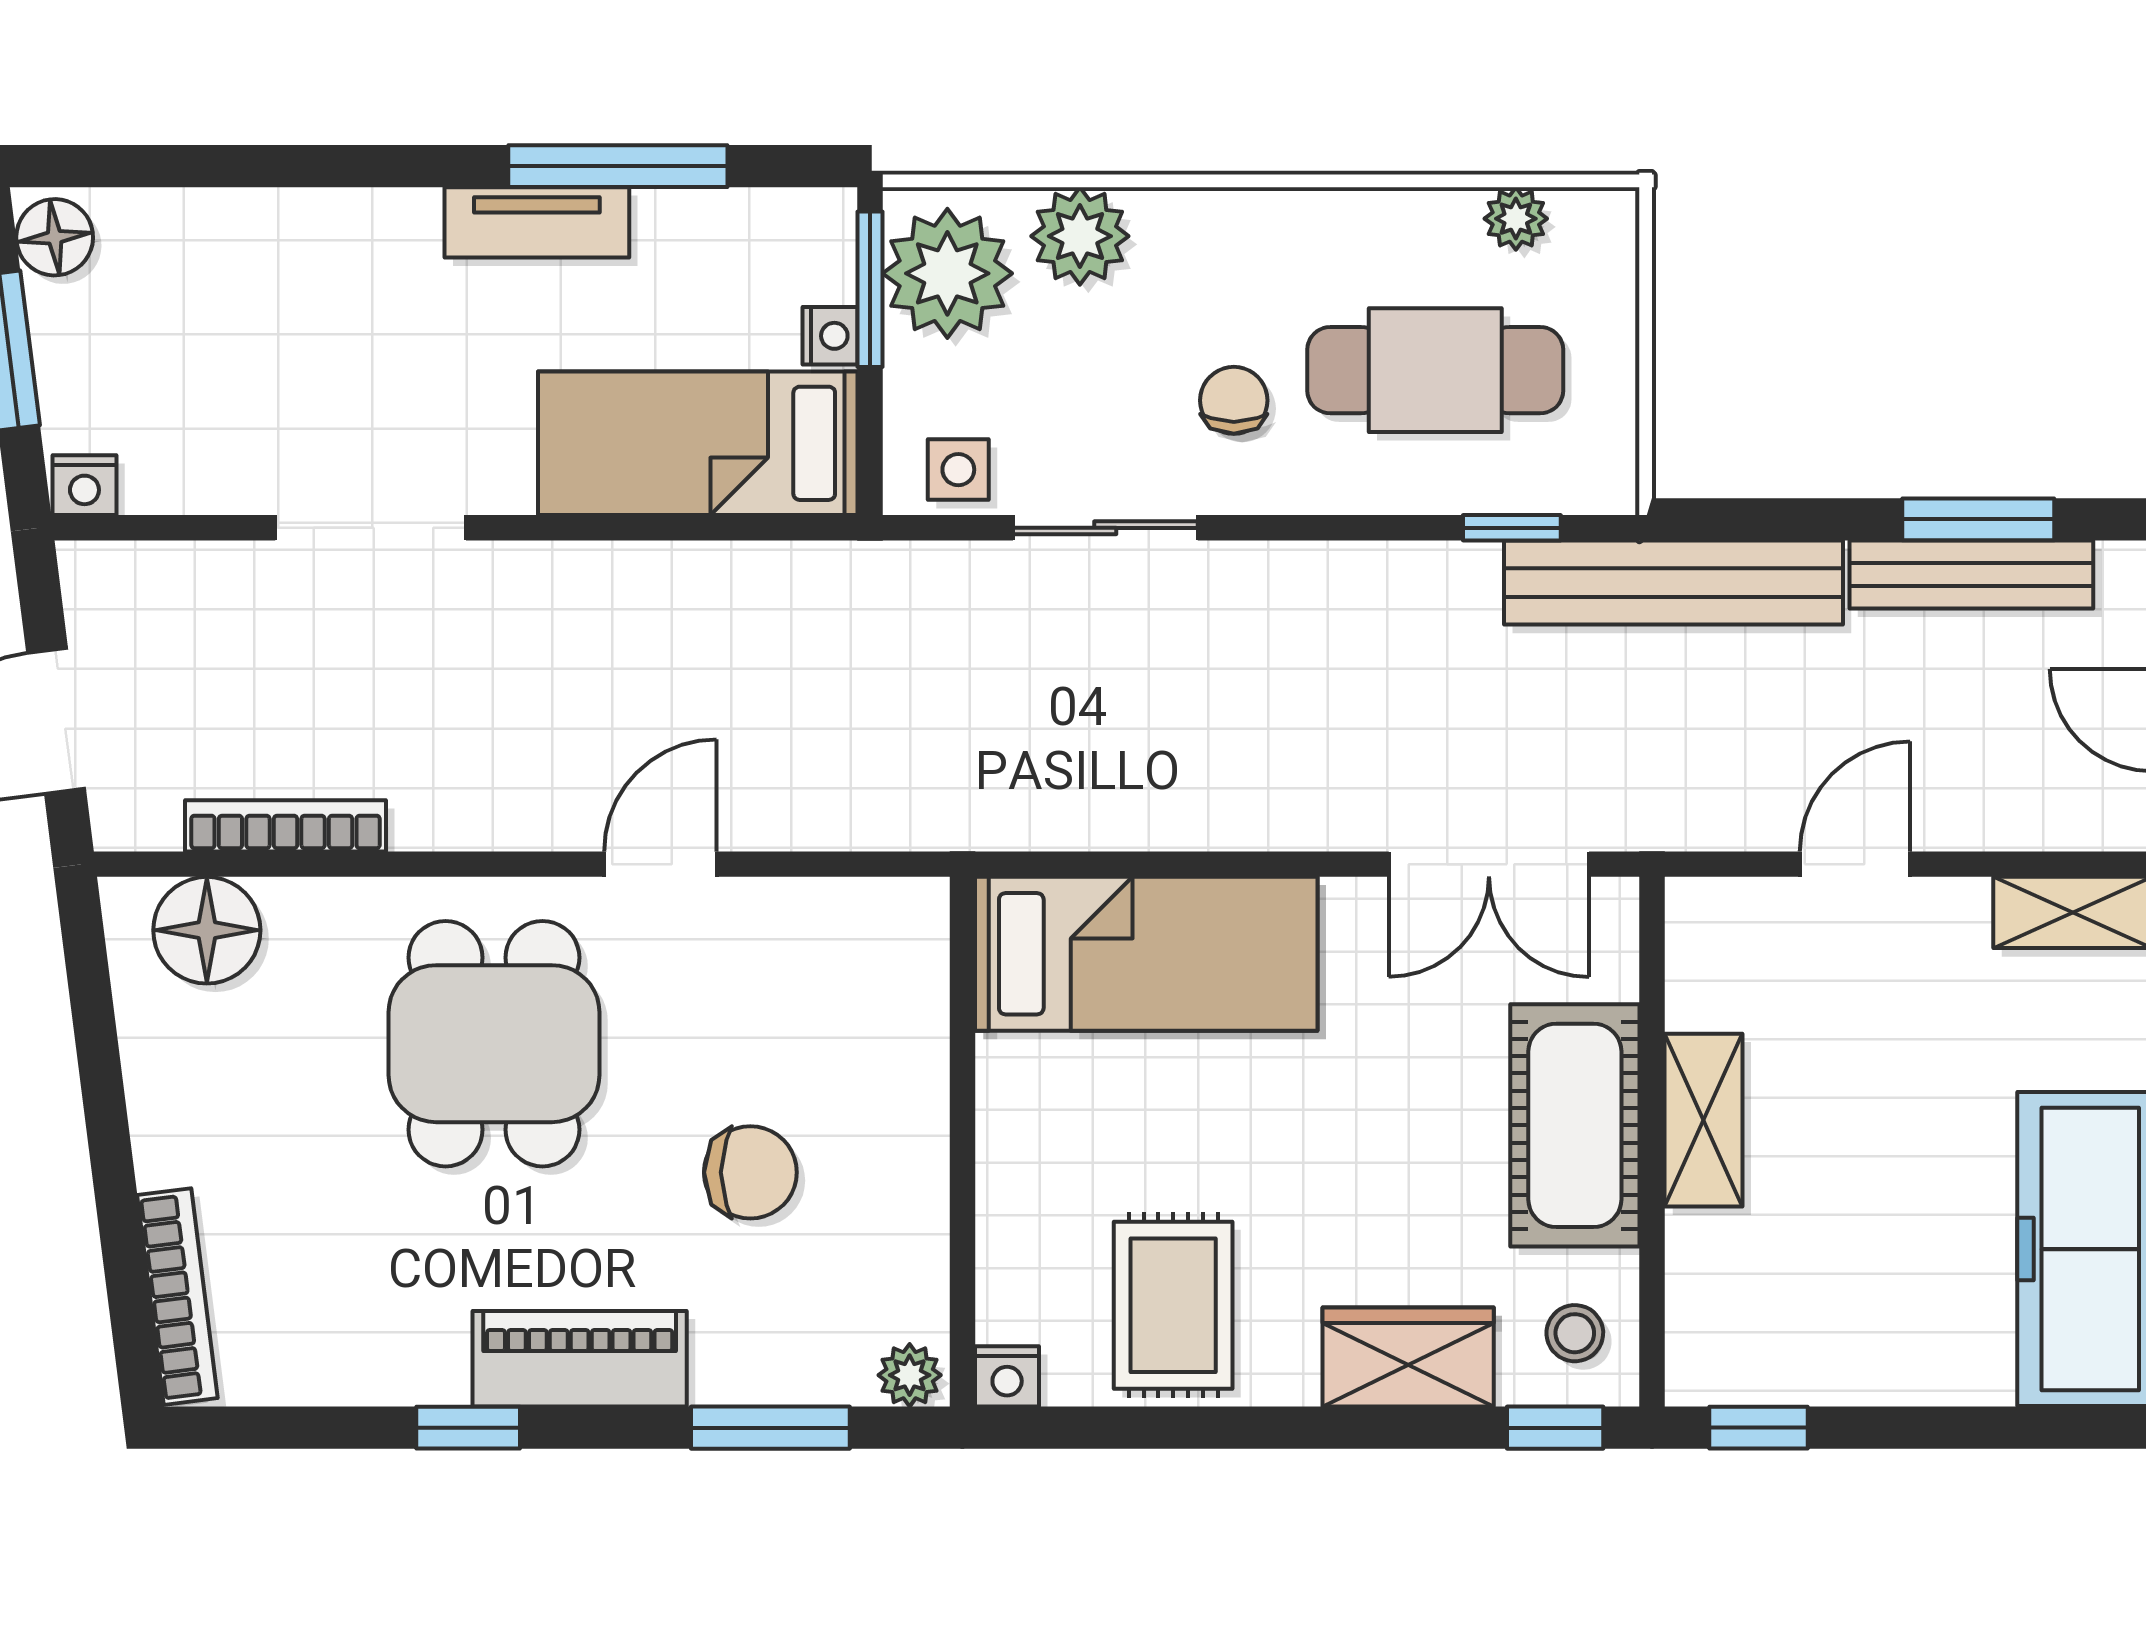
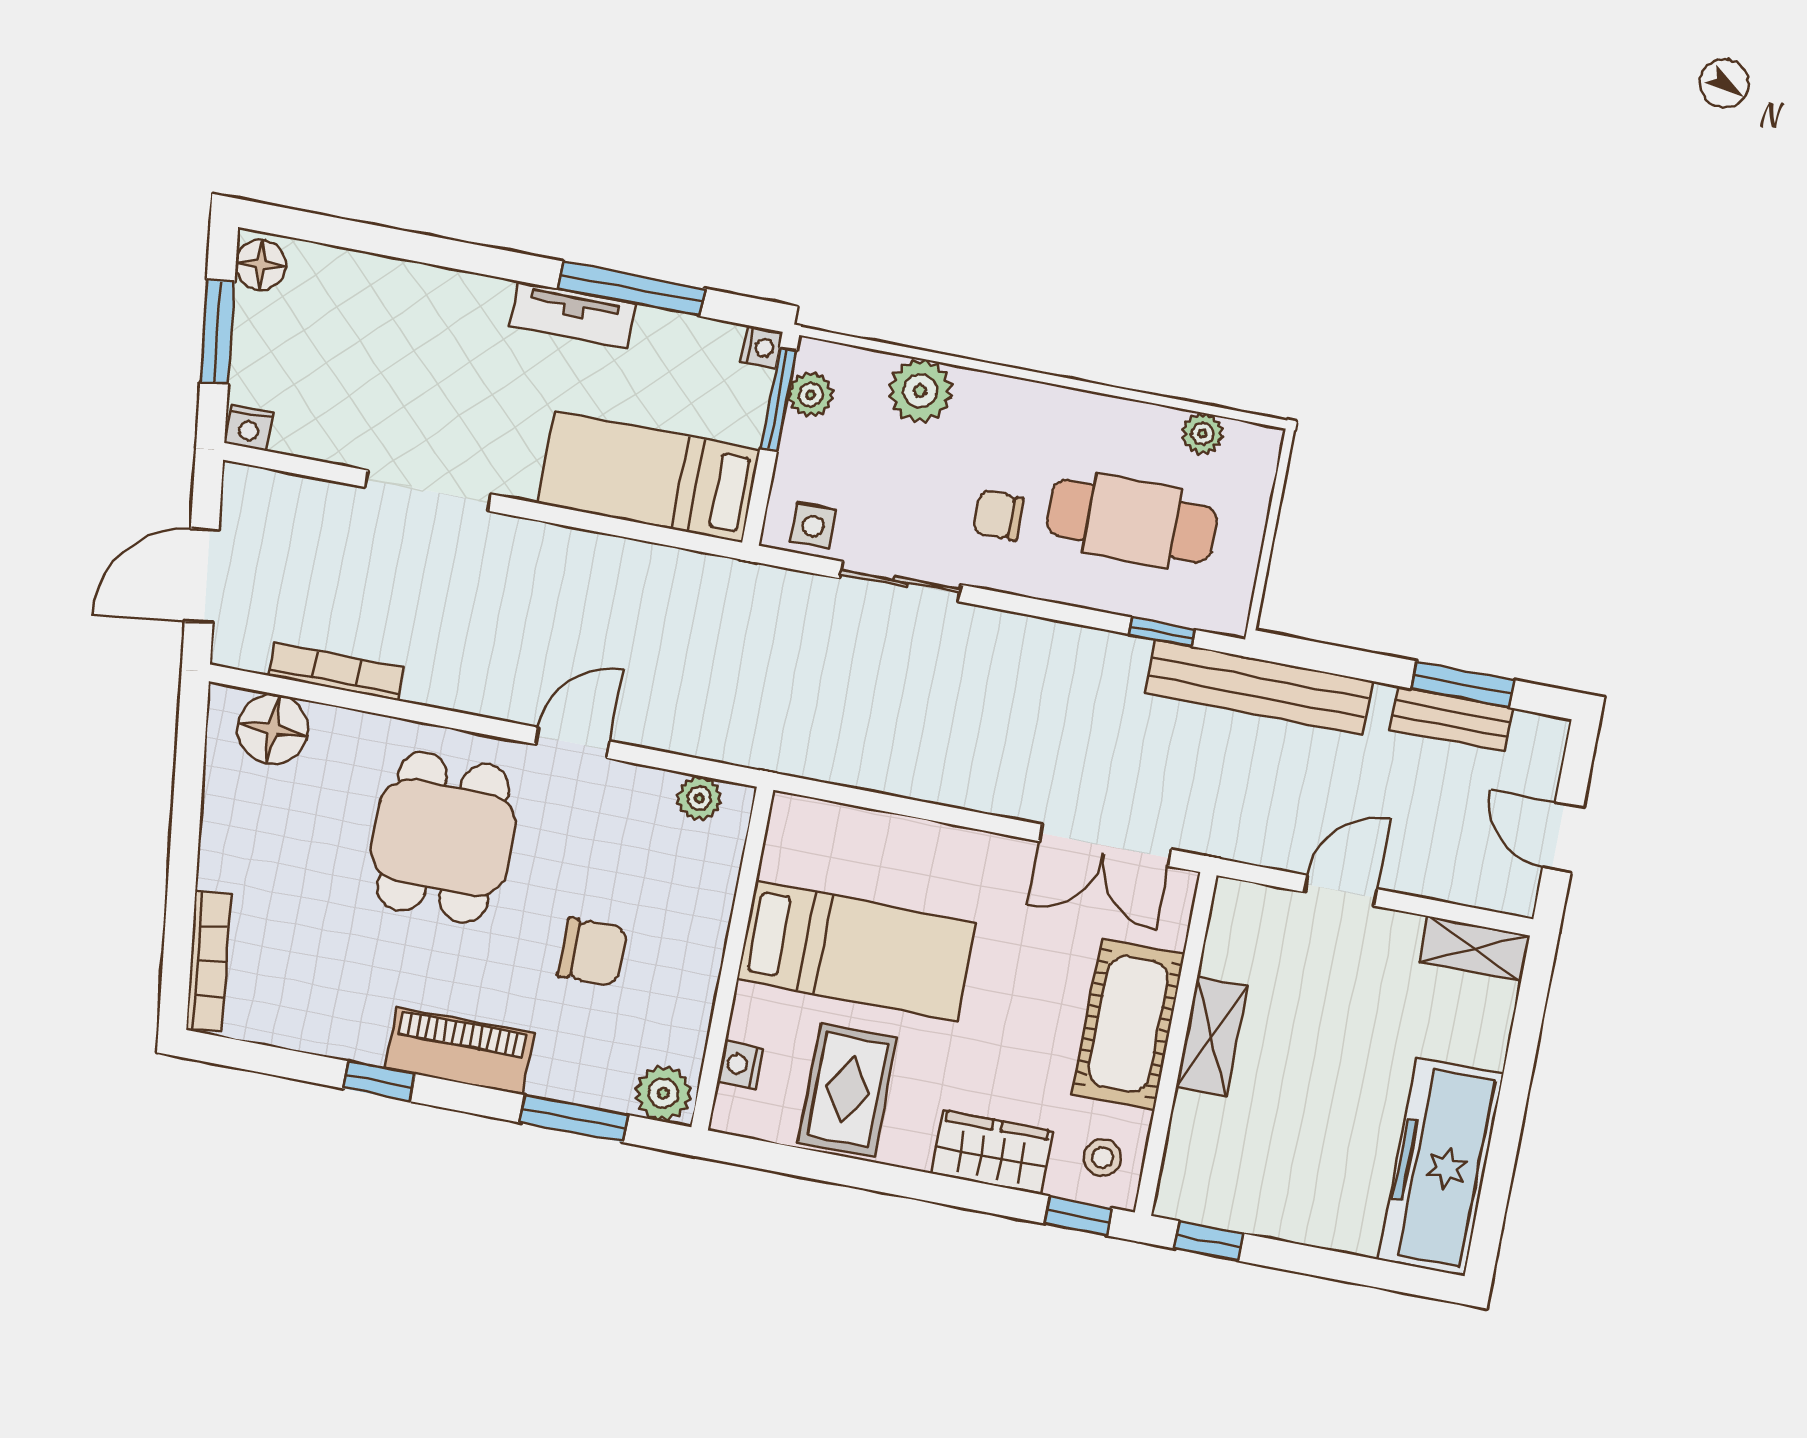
plant: (947, 273) -> (811, 395), width x0.53, depth x0.53
nightstand: (830, 336) -> (762, 347), moved
chair: (1234, 400) -> (999, 516), turned -90
bench: (1971, 574) -> (1451, 719), width x0.73
plant: (867, 911) -> (699, 798), added
bed: (1146, 954) -> (856, 951), moved
plant: (910, 1375) -> (663, 1093), width x1.38, depth x1.38
nightstand: (1007, 1376) -> (740, 1065), moved, turned 90

